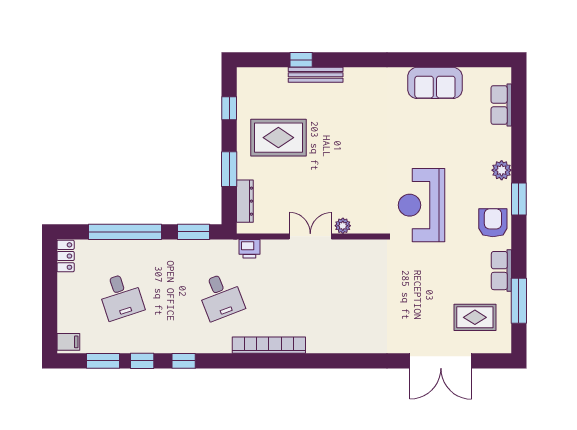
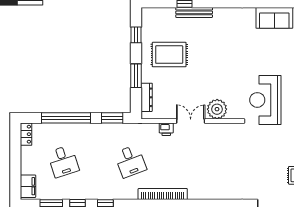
plant: (343, 226) -> (217, 109), width x1.87, depth x1.87
printer: (249, 249) -> (166, 129), moved
filing cabinet: (68, 342) -> (28, 186), width x2.00

